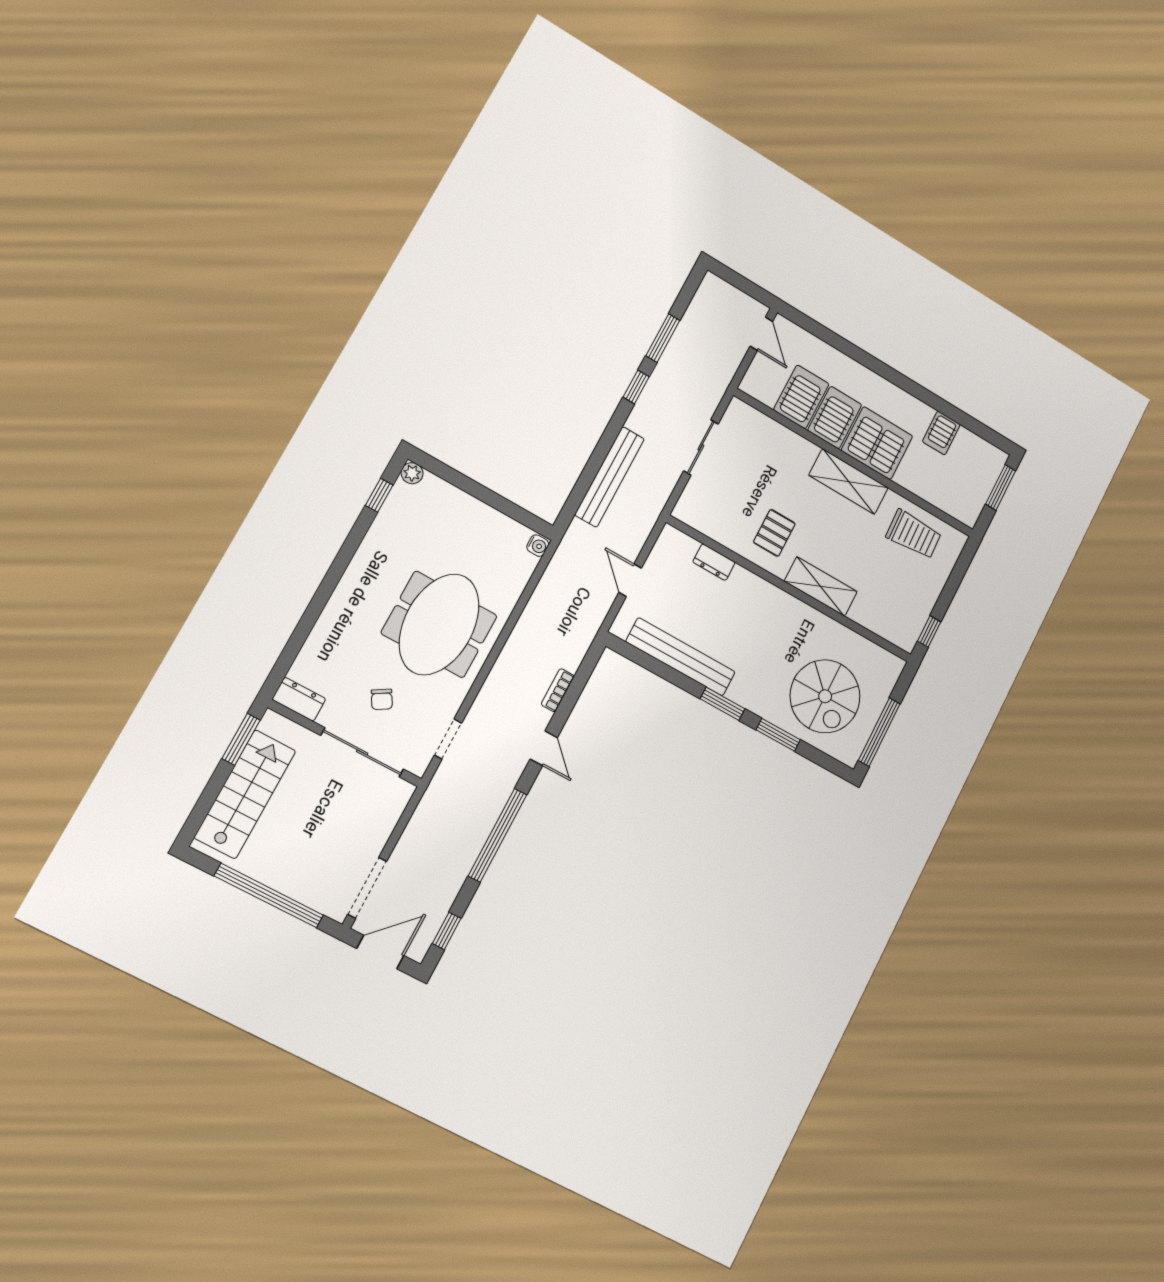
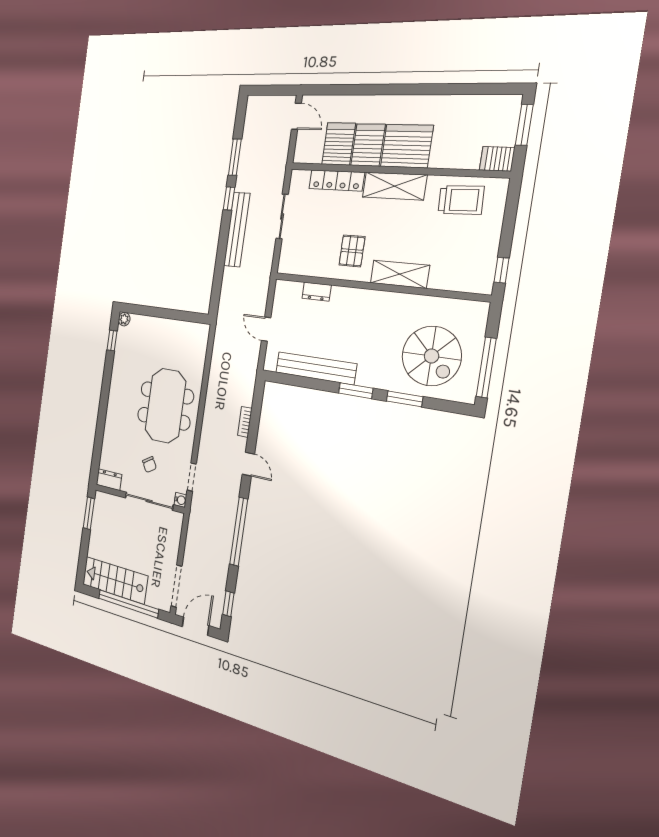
server rack: (941, 433) -> (497, 159), moved, turned 90
locker: (784, 439) -> (337, 180), added
bench: (610, 477) -> (237, 230), moved
water cooler: (538, 546) -> (180, 500), moved
stairs: (245, 794) -> (115, 580), moved, turned -90

